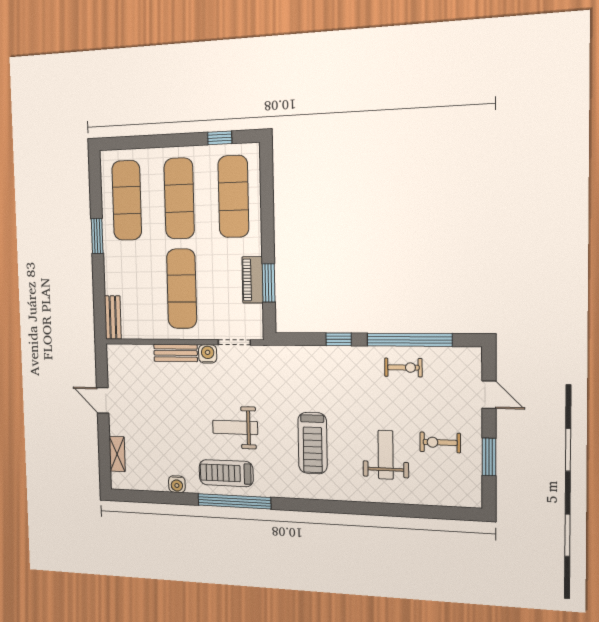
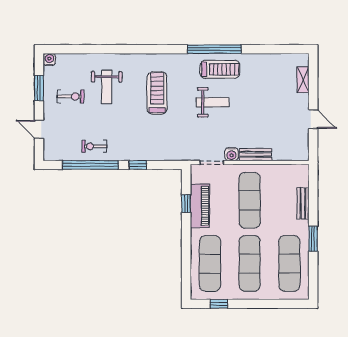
piano: (253, 280) -> (200, 206), width x1.37, depth x1.33
window: (269, 283) -> (186, 204), width x0.67
bench: (113, 317) -> (303, 203), moved
water cooler: (177, 484) -> (49, 60), moved

